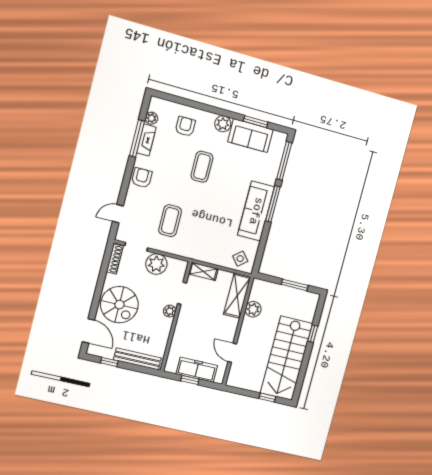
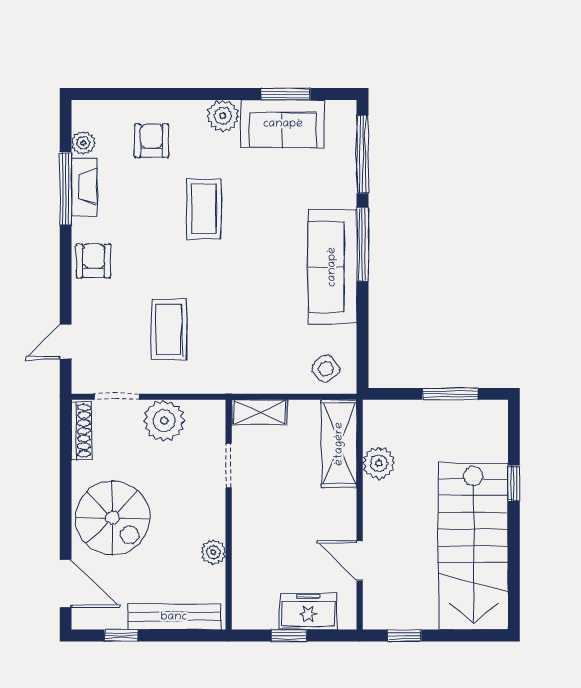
plant: (170, 311) -> (213, 552), moved
freezer: (197, 370) -> (308, 611), width x0.71
window: (267, 398) -> (404, 635), moved

